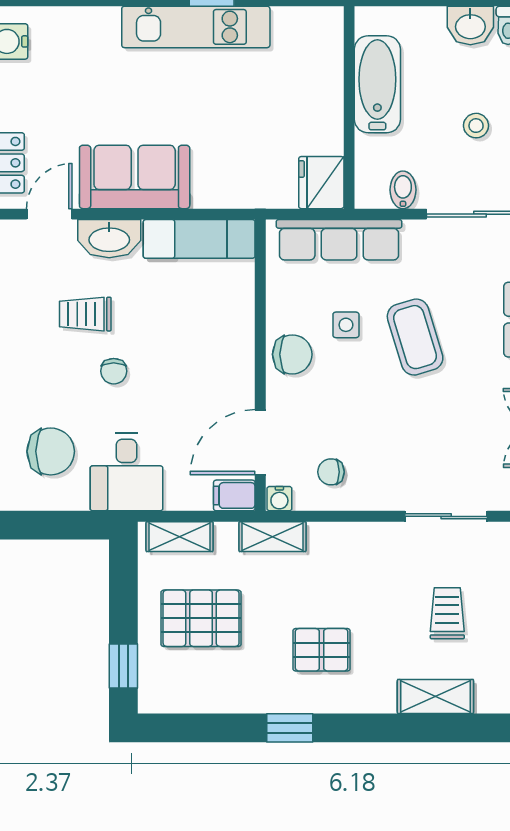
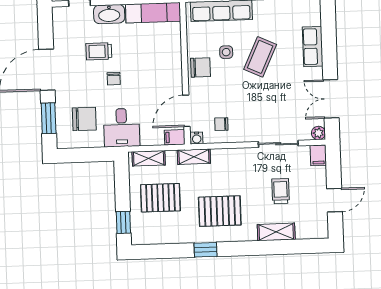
coffee table: (415, 337) -> (260, 57), turned 42
pallet: (322, 650) -> (220, 211), width x1.50, depth x1.42

